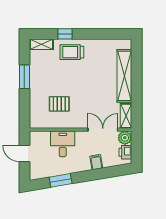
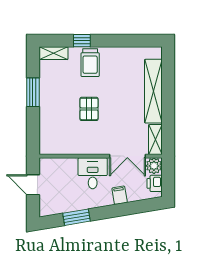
trolley: (72, 52) -> (90, 63), turned -90
pallet: (59, 104) -> (89, 109), moved, turned 90
double door: (103, 130) -> (127, 156), swing flipped
desk: (63, 144) -> (93, 173), moved

